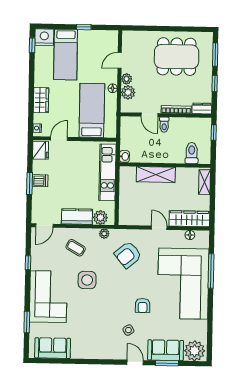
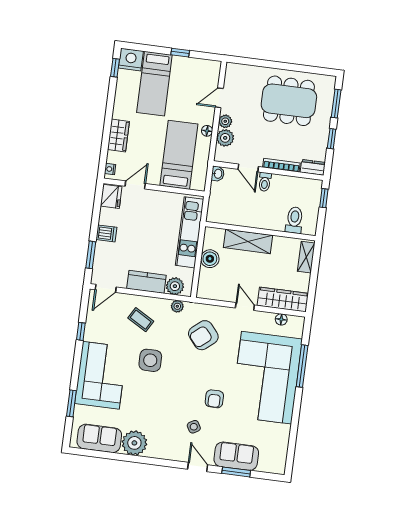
washbasin: (124, 156) -> (218, 174), moved
window: (29, 184) -> (91, 255), moved
boiler: (126, 192) -> (210, 259), added
plant: (195, 351) -> (134, 443), moved

